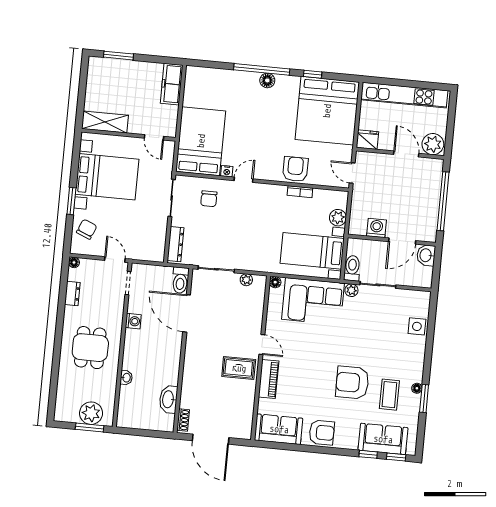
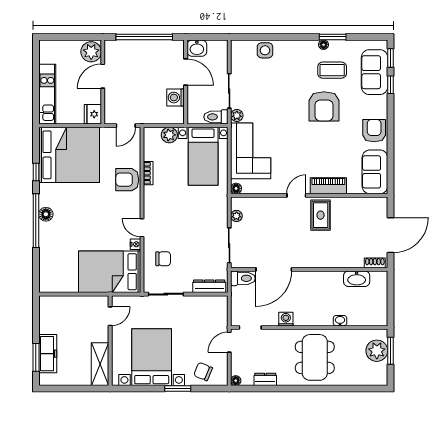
freezer: (172, 84) -> (48, 354), moved, turned -90
kitchen unit: (404, 95) -> (47, 94), width x0.73
dining table: (90, 348) -> (315, 357), width x1.38

